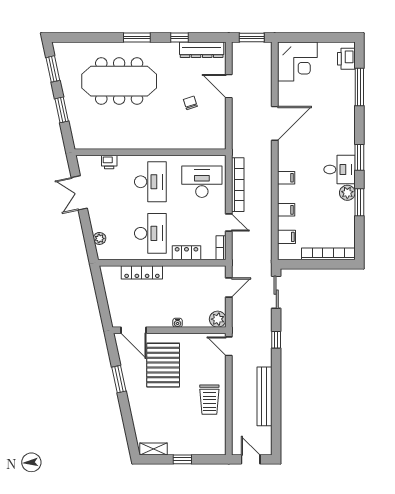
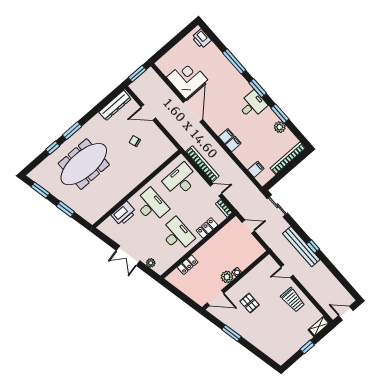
window: (179, 38) -> (53, 148), moved
corner desk: (298, 62) -> (187, 78), moved, turned -90
window: (359, 87) -> (234, 61), moved
printer: (109, 162) -> (124, 213), width x1.87, depth x1.48
double door: (79, 193) -> (128, 256), moved
plant: (347, 193) -> (280, 127), moved
filing cabinet: (286, 210) -> (233, 144), moved
locker: (142, 272) -> (188, 265), width x0.66
door: (229, 287) -> (248, 227), hinge flipped
plant: (218, 319) -> (227, 277), moved
window: (276, 340) -> (313, 246), moved
door: (229, 346) -> (287, 271), moved
pallet: (163, 365) -> (250, 303), width x0.49, depth x0.50
bench: (264, 396) -> (301, 246), moved
shelving: (153, 449) -> (319, 326), moved

